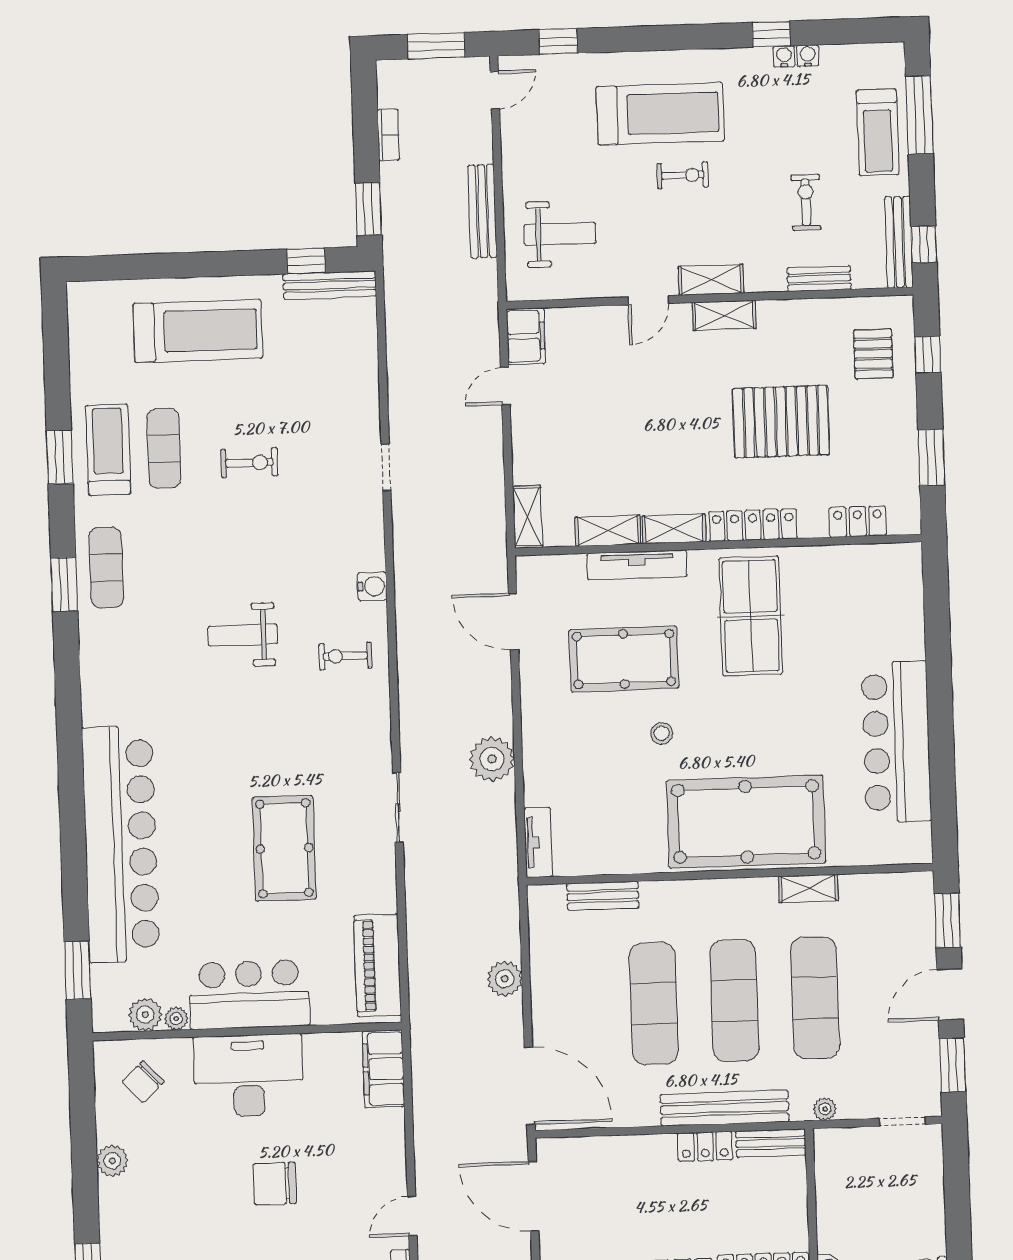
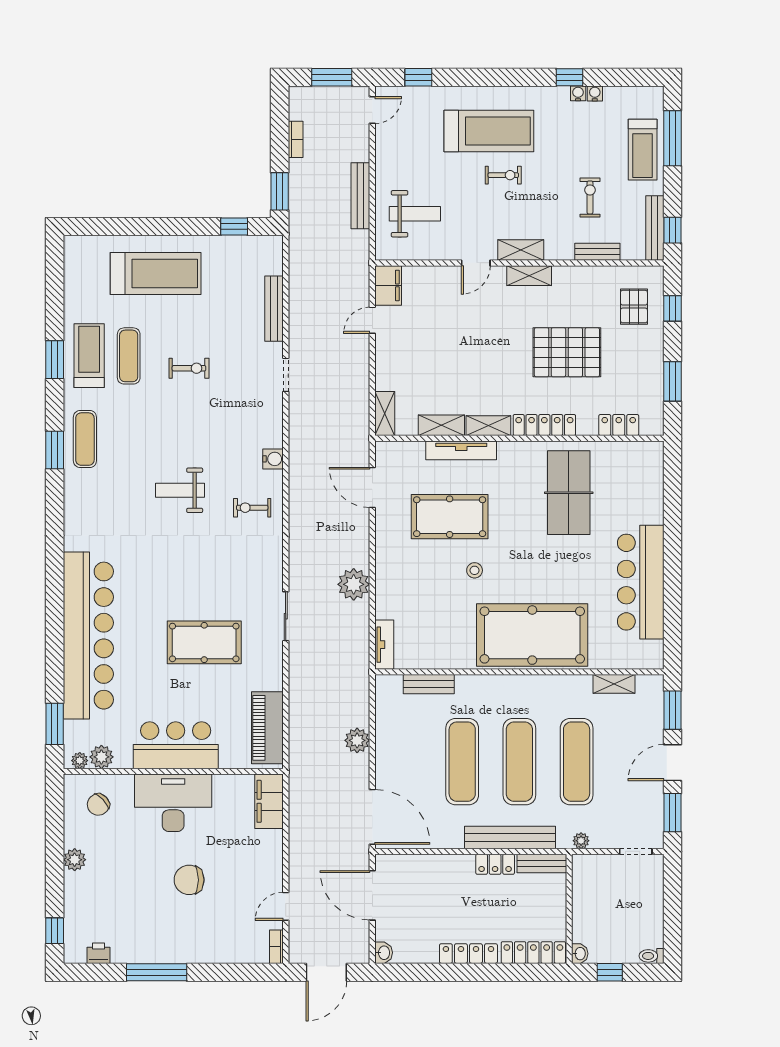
bench: (330, 285) -> (274, 309), moved, turned 90
table tennis table: (751, 616) -> (569, 493), moved
pool table: (284, 848) -> (204, 642), turned 90
shelving: (808, 888) -> (614, 684), moved
plant: (176, 1019) -> (80, 761), moved

